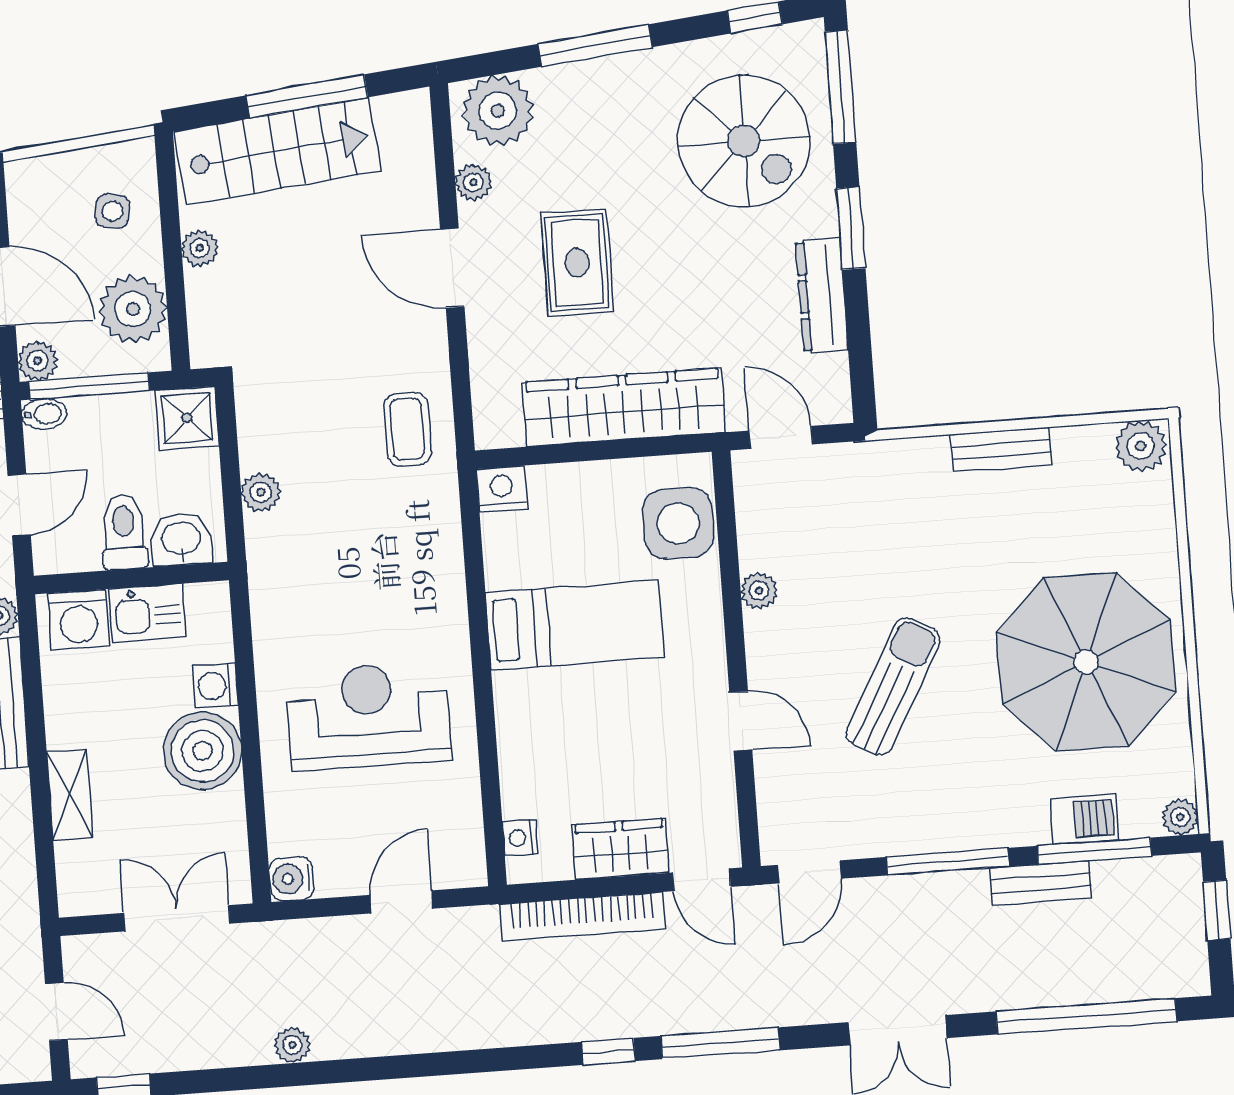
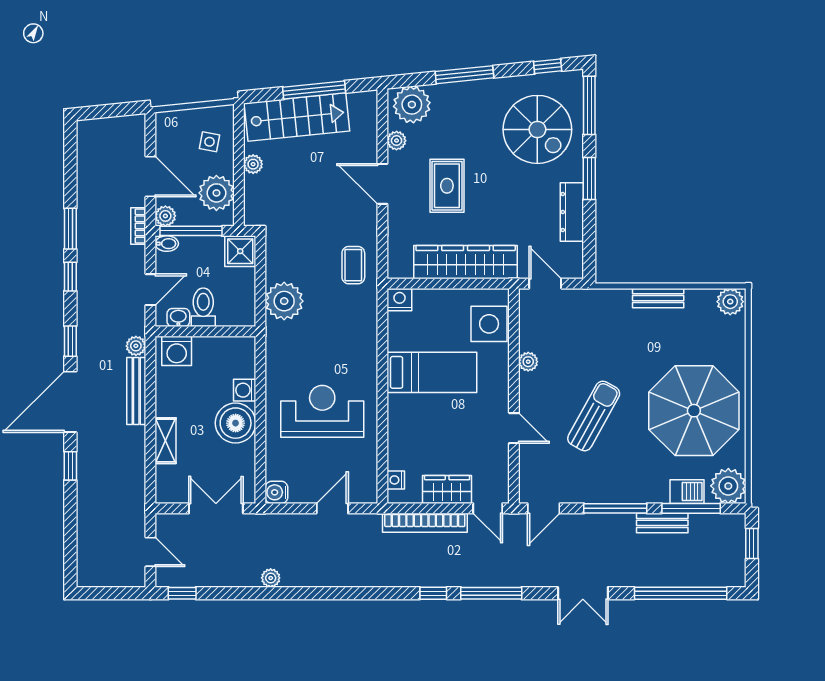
plant: (261, 492) -> (284, 301), width x1.88, depth x1.88
washbasin: (181, 539) -> (178, 318), moved, width x0.72, depth x0.69
kitchen sink: (147, 613) -> (212, 350), removed
plant: (1180, 817) -> (728, 486), width x1.88, depth x1.88

